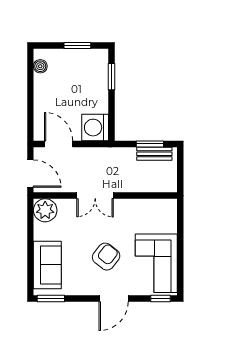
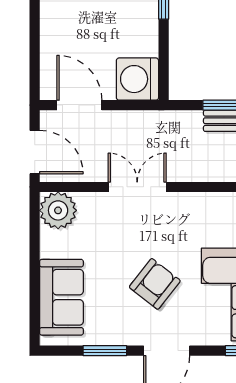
double door: (95, 196) -> (137, 187), swing flipped
window: (51, 299) -> (105, 351), moved

